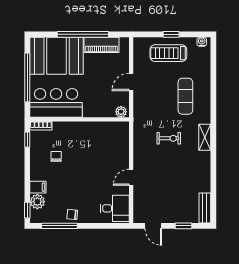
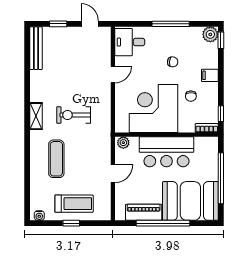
bar counter: (56, 103) -> (166, 152), moved
exercise bike: (169, 138) -> (74, 115), width x1.38, depth x1.39
corner desk: (92, 145) -> (154, 108), added
filing cabinet: (38, 187) -> (210, 75), moved
plant: (37, 202) -> (210, 34), moved
bench: (205, 208) -> (36, 48), width x1.36
chair: (72, 214) -> (173, 62), moved
window: (59, 226) -> (171, 24), moved

